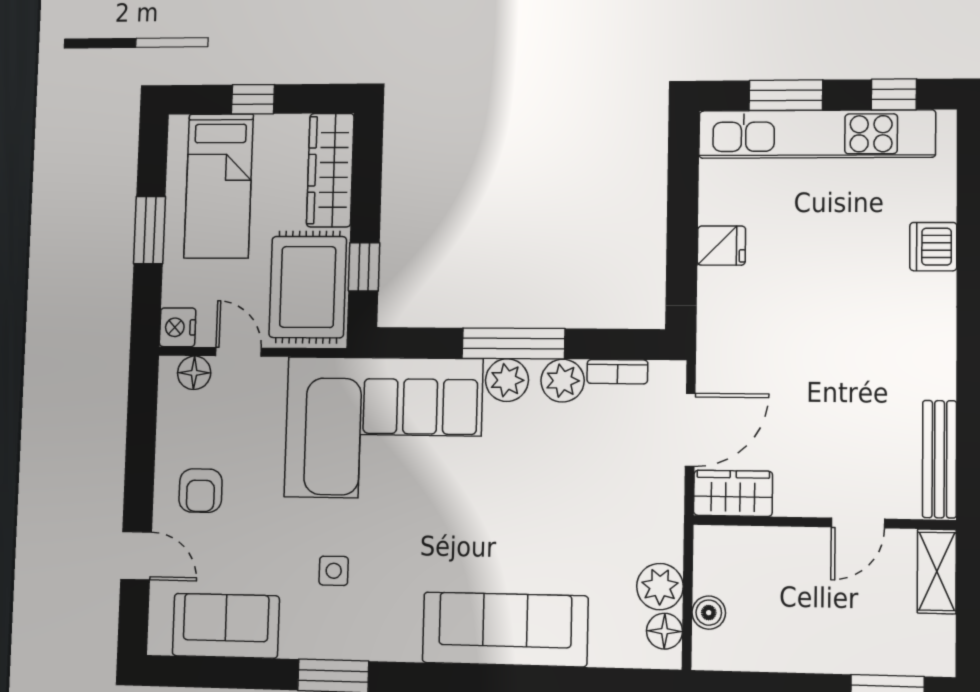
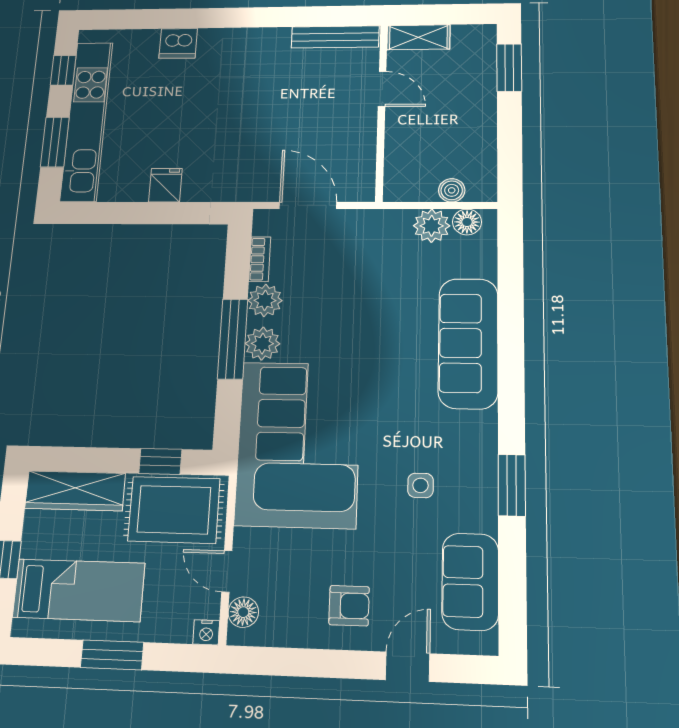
nightstand: (178, 327) -> (206, 632), width x0.72, depth x0.74
door: (238, 352) -> (227, 571), hinge flipped
wardrobe: (733, 493) -> (358, 174), removed

